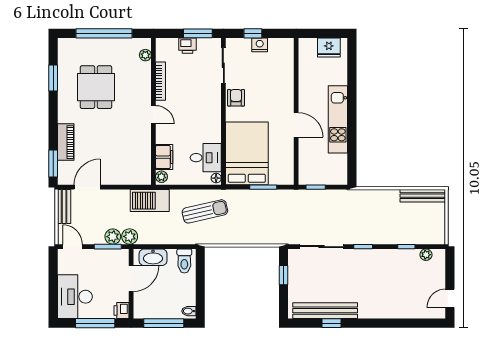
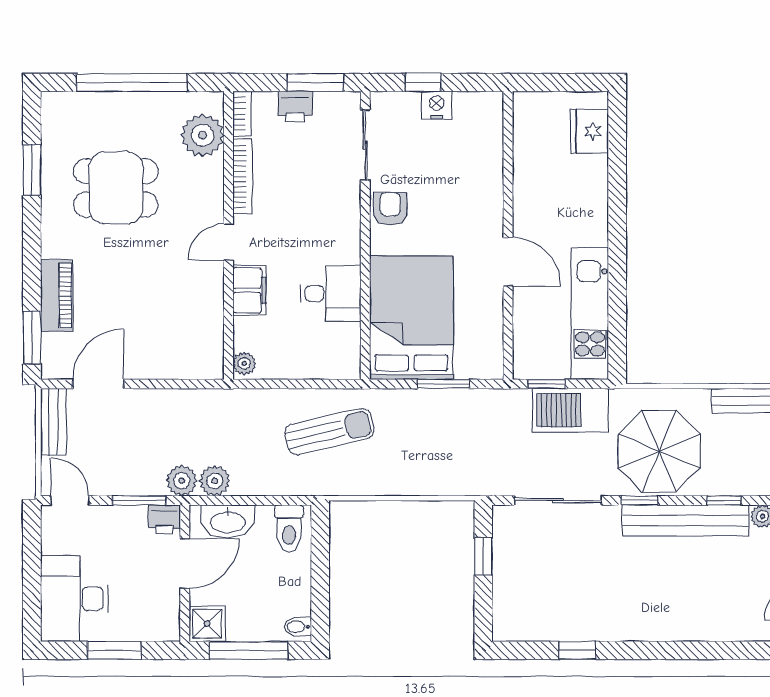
fridge: (329, 47) -> (590, 131), moved, turned 90
bookcase: (160, 49) -> (242, 114), added
plant: (145, 55) -> (203, 135), width x1.87, depth x1.87
dining table: (96, 87) -> (116, 188), turned 90
door: (153, 115) -> (228, 242), swing flipped
kitchen unit: (338, 119) -> (590, 314), moved
filing cabinet: (164, 157) -> (249, 290), moved
desk: (206, 158) -> (331, 294), moved
floor lamp: (216, 178) -> (351, 366), removed
barbecue: (150, 201) -> (570, 410), moved
parasol: (373, 221) -> (659, 451), added
plant: (113, 237) -> (215, 481), moved
shower: (143, 309) -> (207, 624), added
printer: (121, 310) -> (164, 519), moved, turned -90
bench: (325, 311) -> (686, 520), moved
window: (95, 323) -> (114, 650), width x0.69

